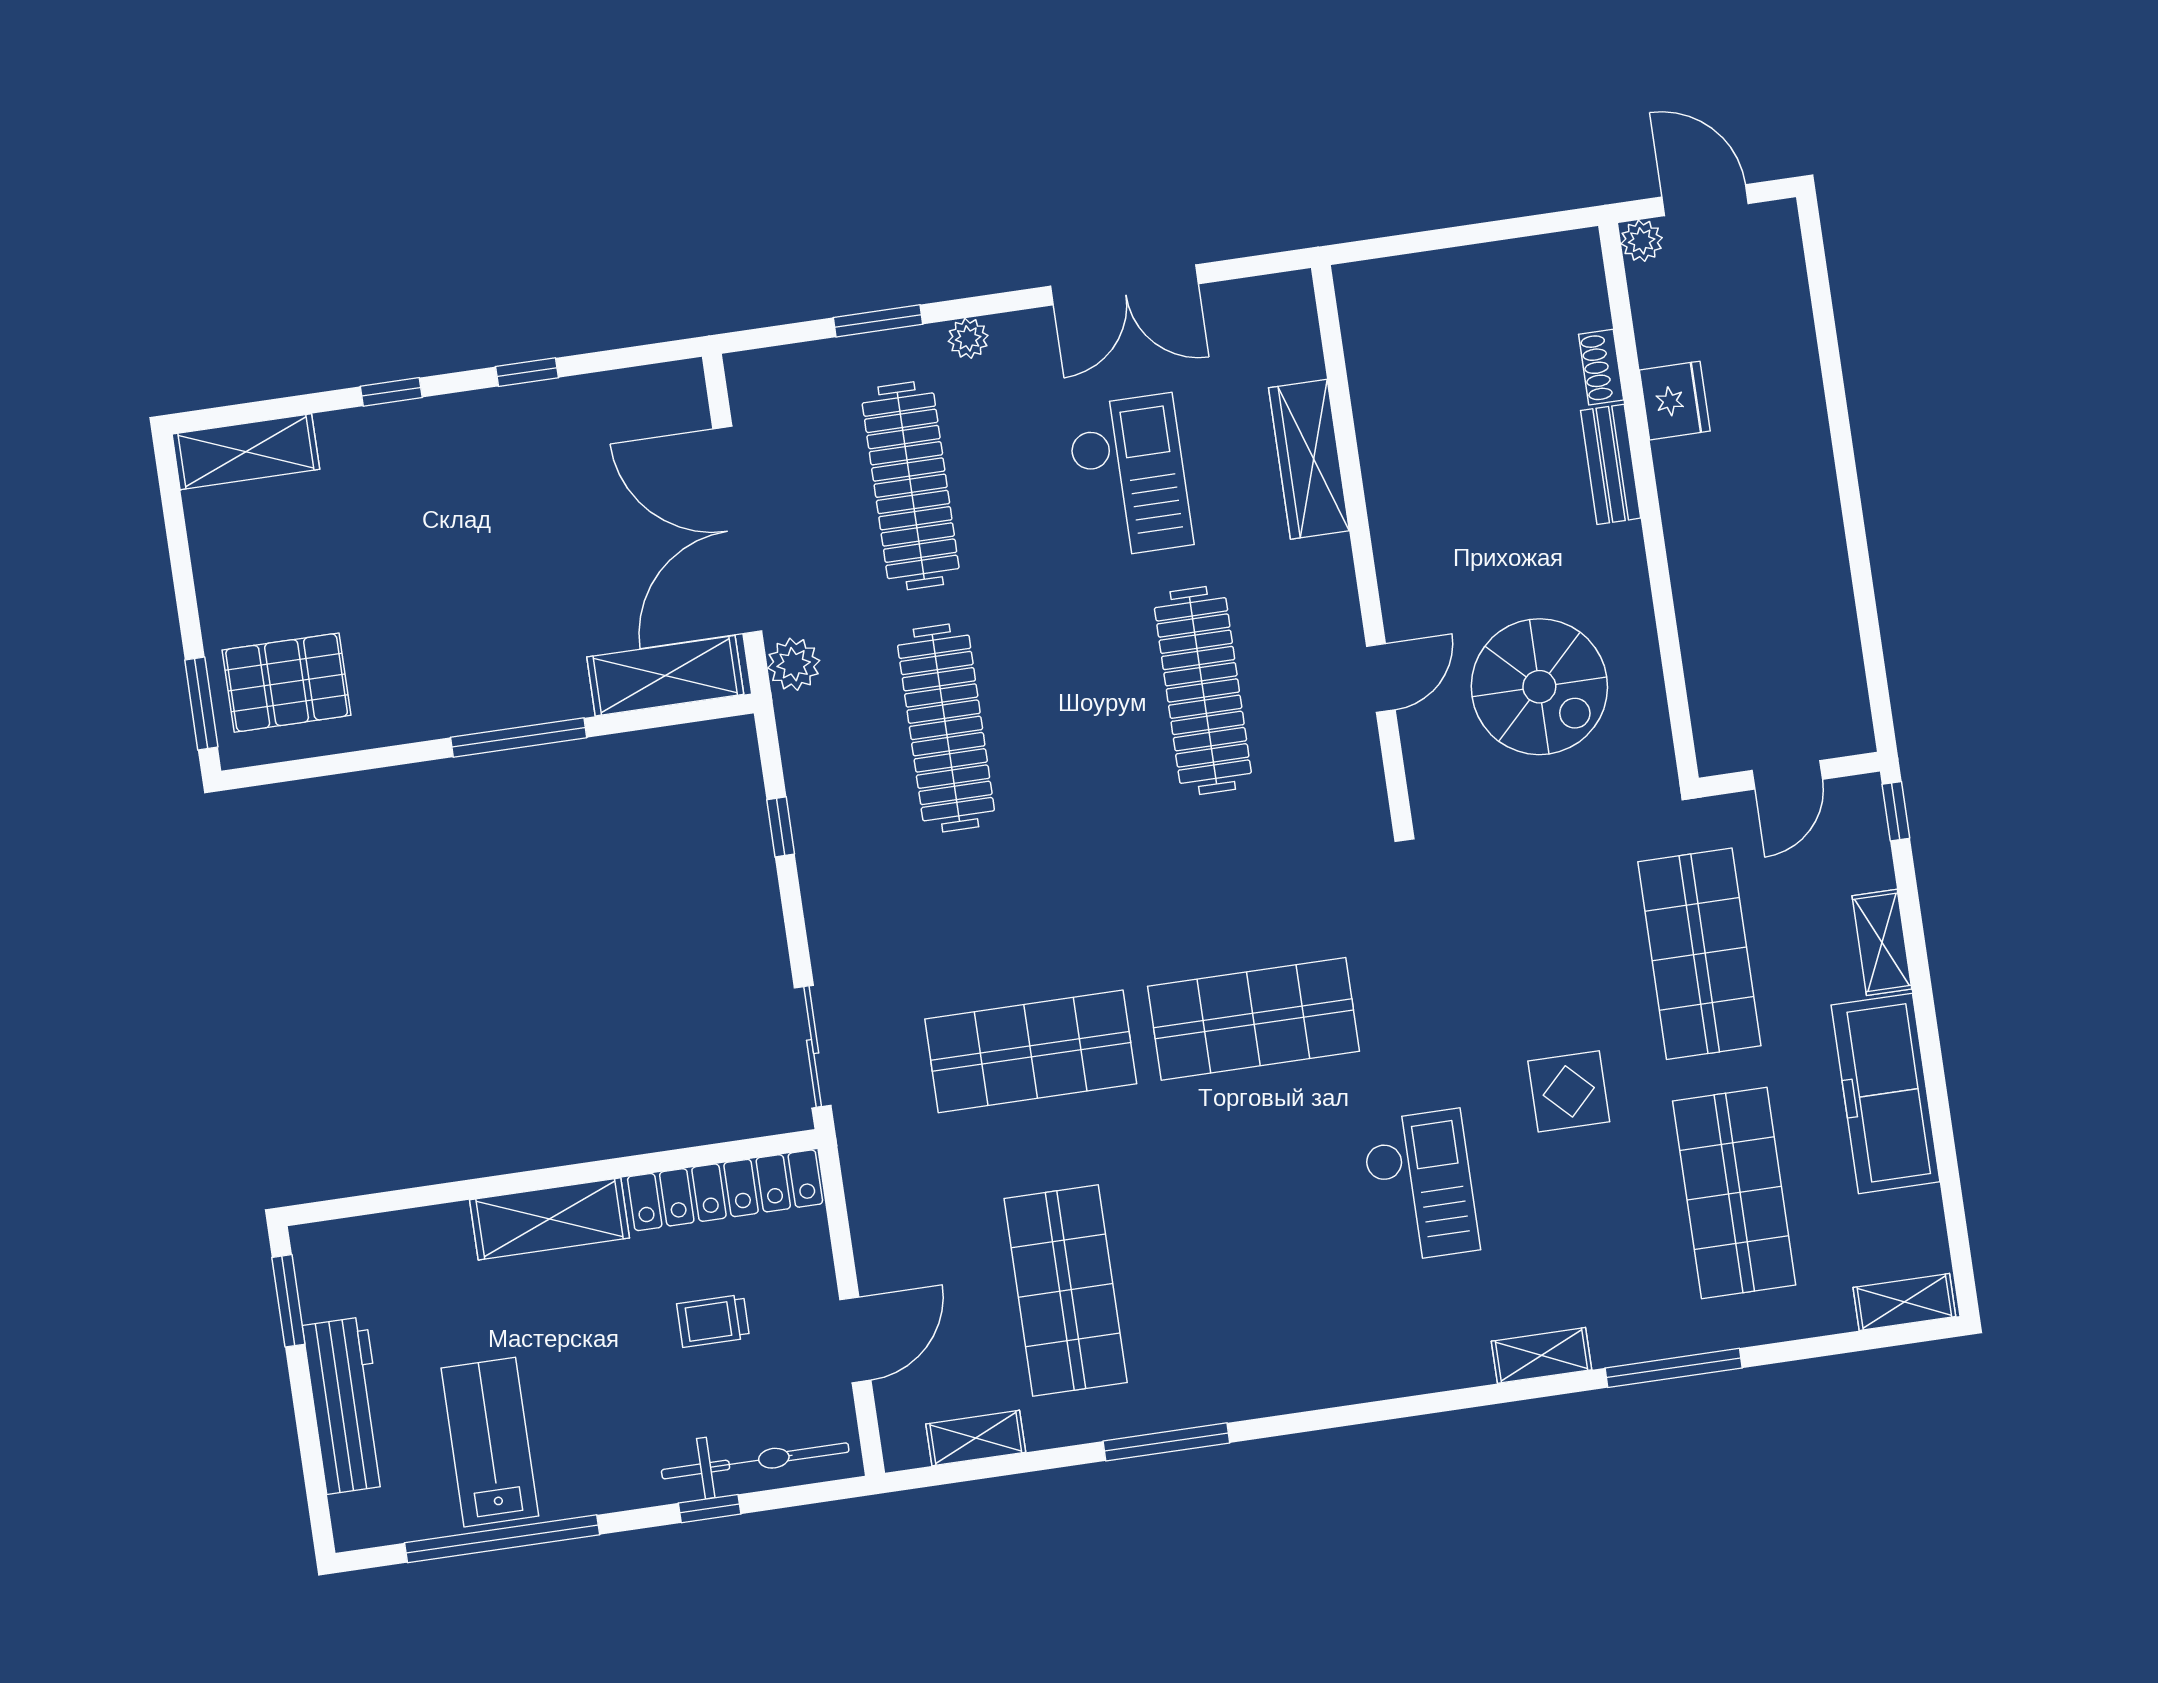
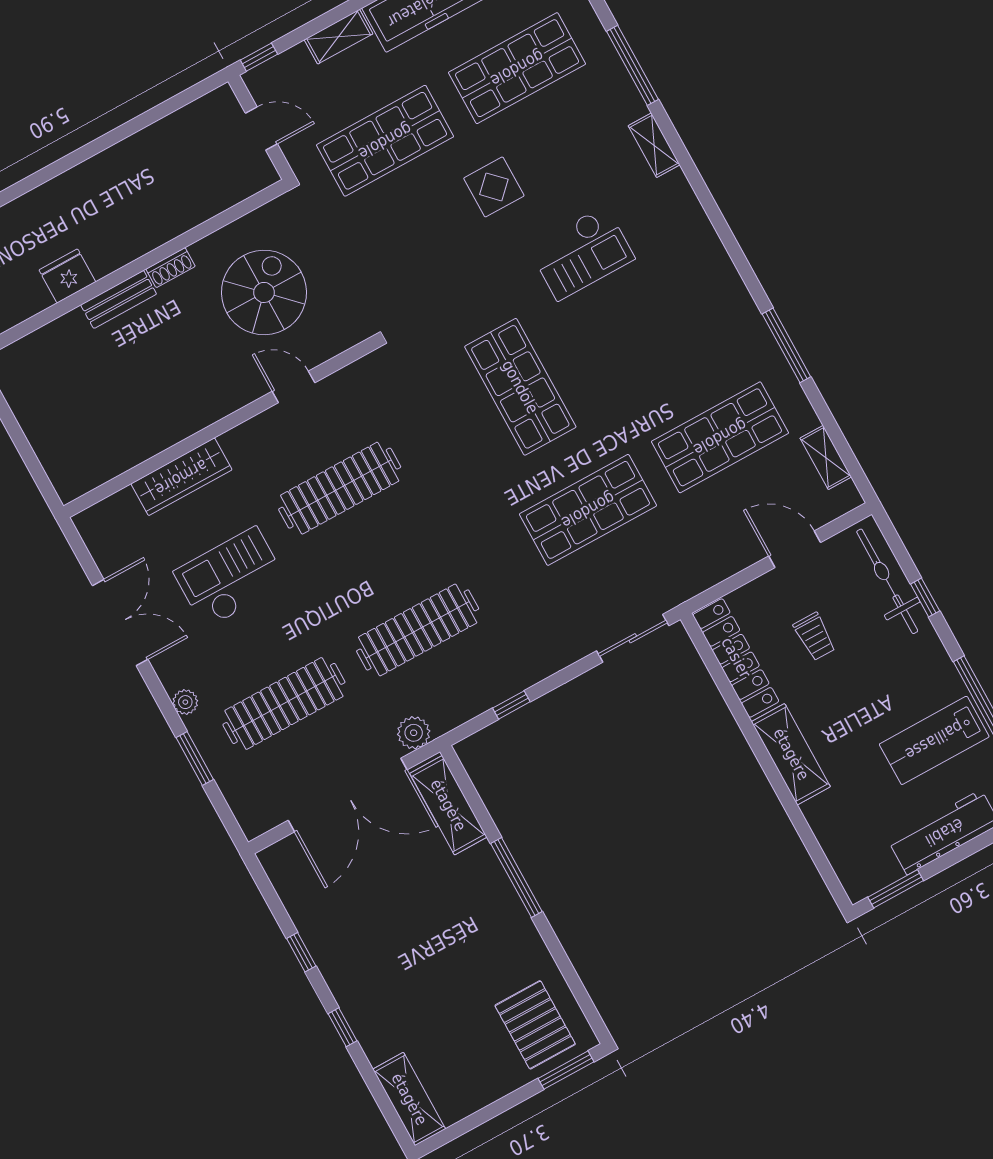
shoe rack: (1601, 367) -> (171, 268), moved
shop shelf: (1031, 1051) -> (588, 510), turned 90
checkout: (1420, 1186) -> (582, 253), turned 180

